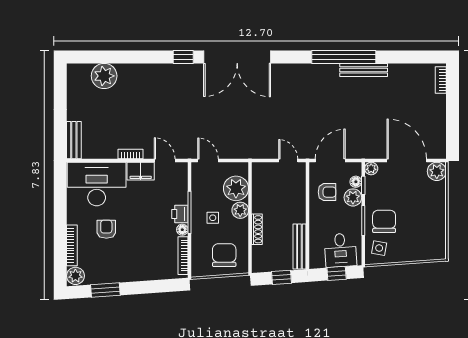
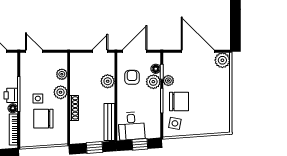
door: (288, 160) -> (100, 51), hinge flipped
plant: (371, 168) -> (168, 81), moved
plant: (236, 188) -> (62, 74), width x0.53, depth x0.53
armchair: (327, 192) -> (132, 77), turned -90
plant: (297, 197) -> (108, 81), added
chair: (384, 221) -> (179, 101), turned 90
desk: (340, 250) -> (132, 126), moved
chair: (224, 255) -> (43, 119), moved, turned -90

